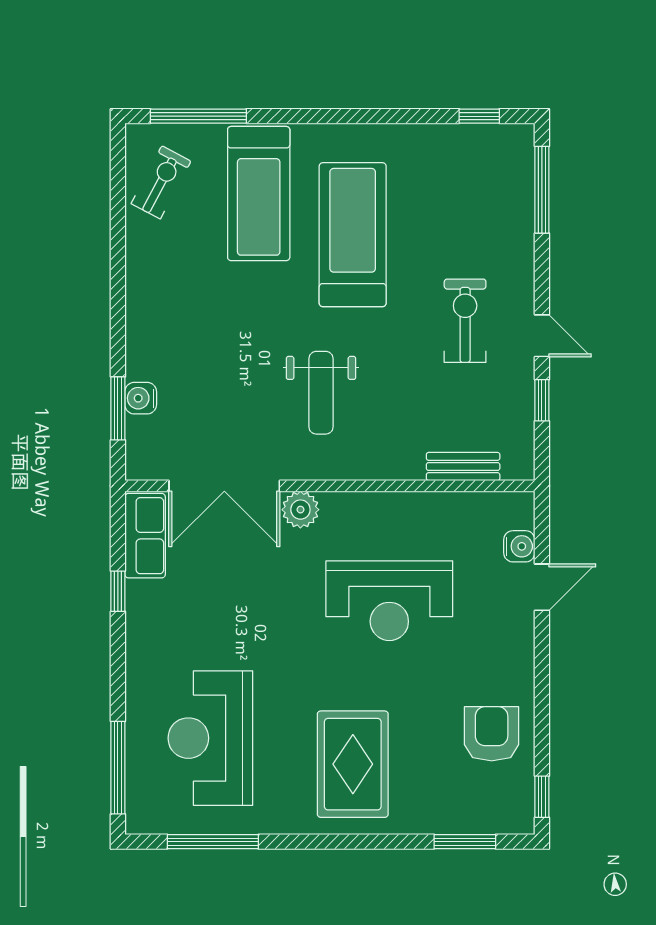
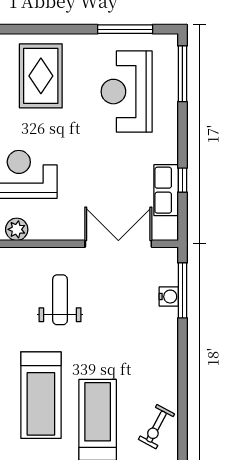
window: (118, 408) -> (182, 290), width x1.44
plant: (300, 510) -> (17, 229), moved
row of seats: (145, 536) -> (166, 190), moved
reception desk: (210, 738) -> (127, 92), turned 180

